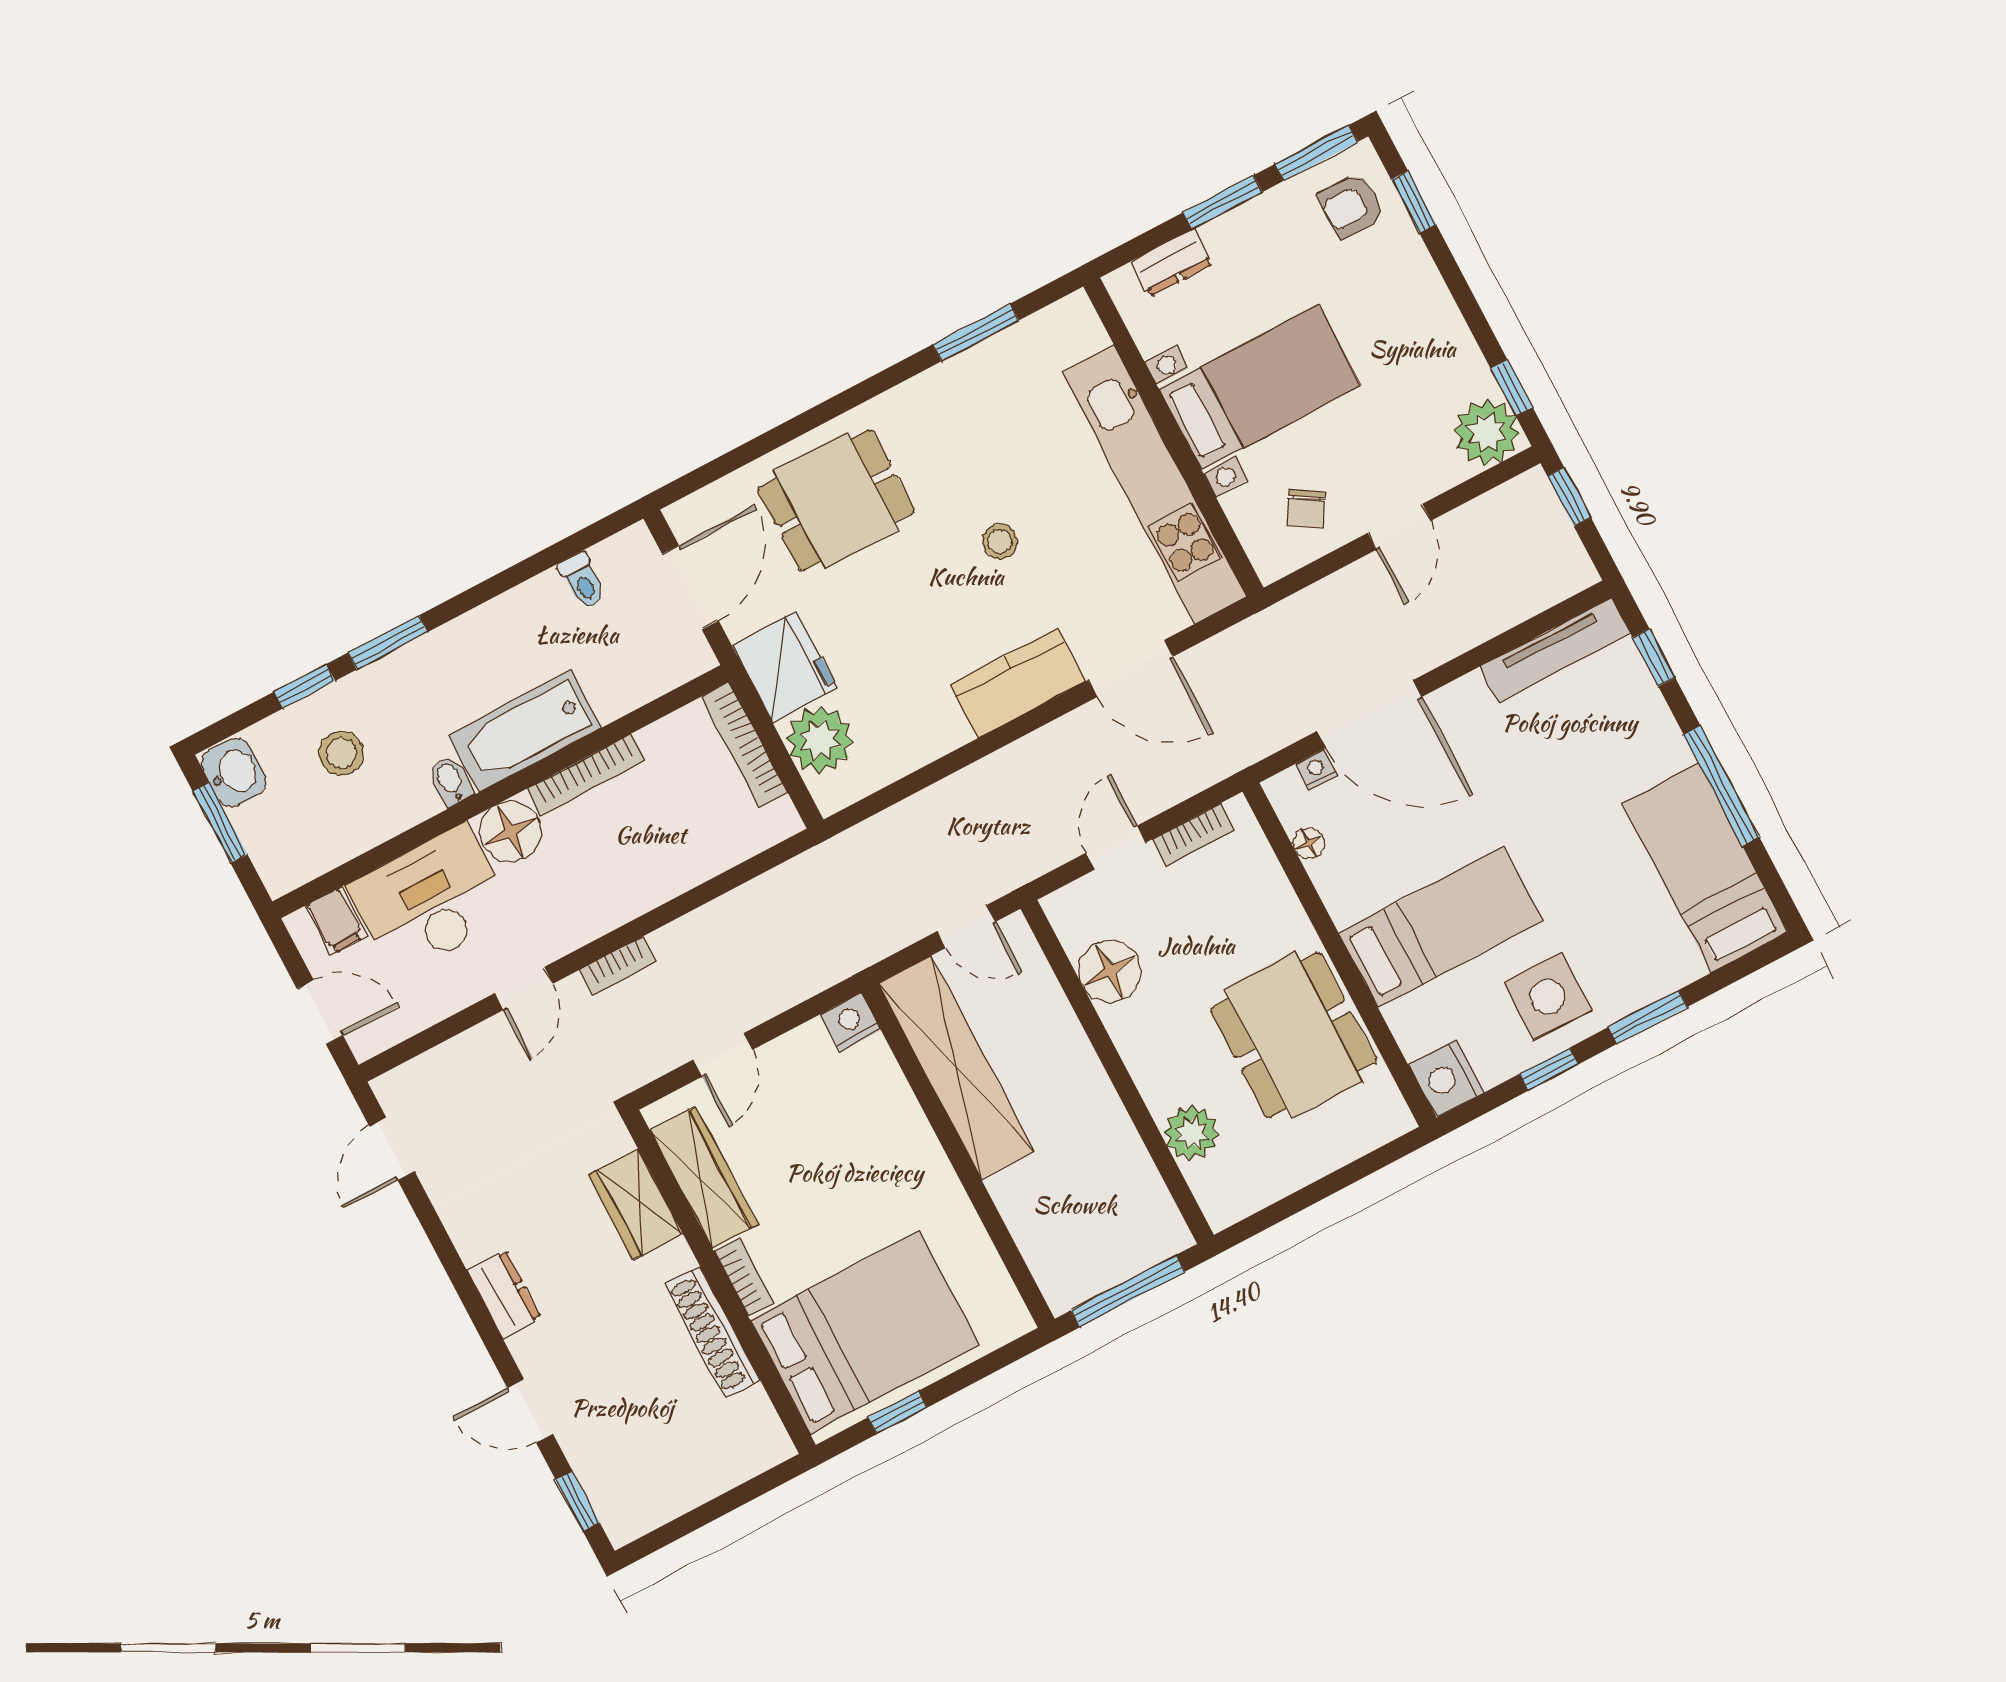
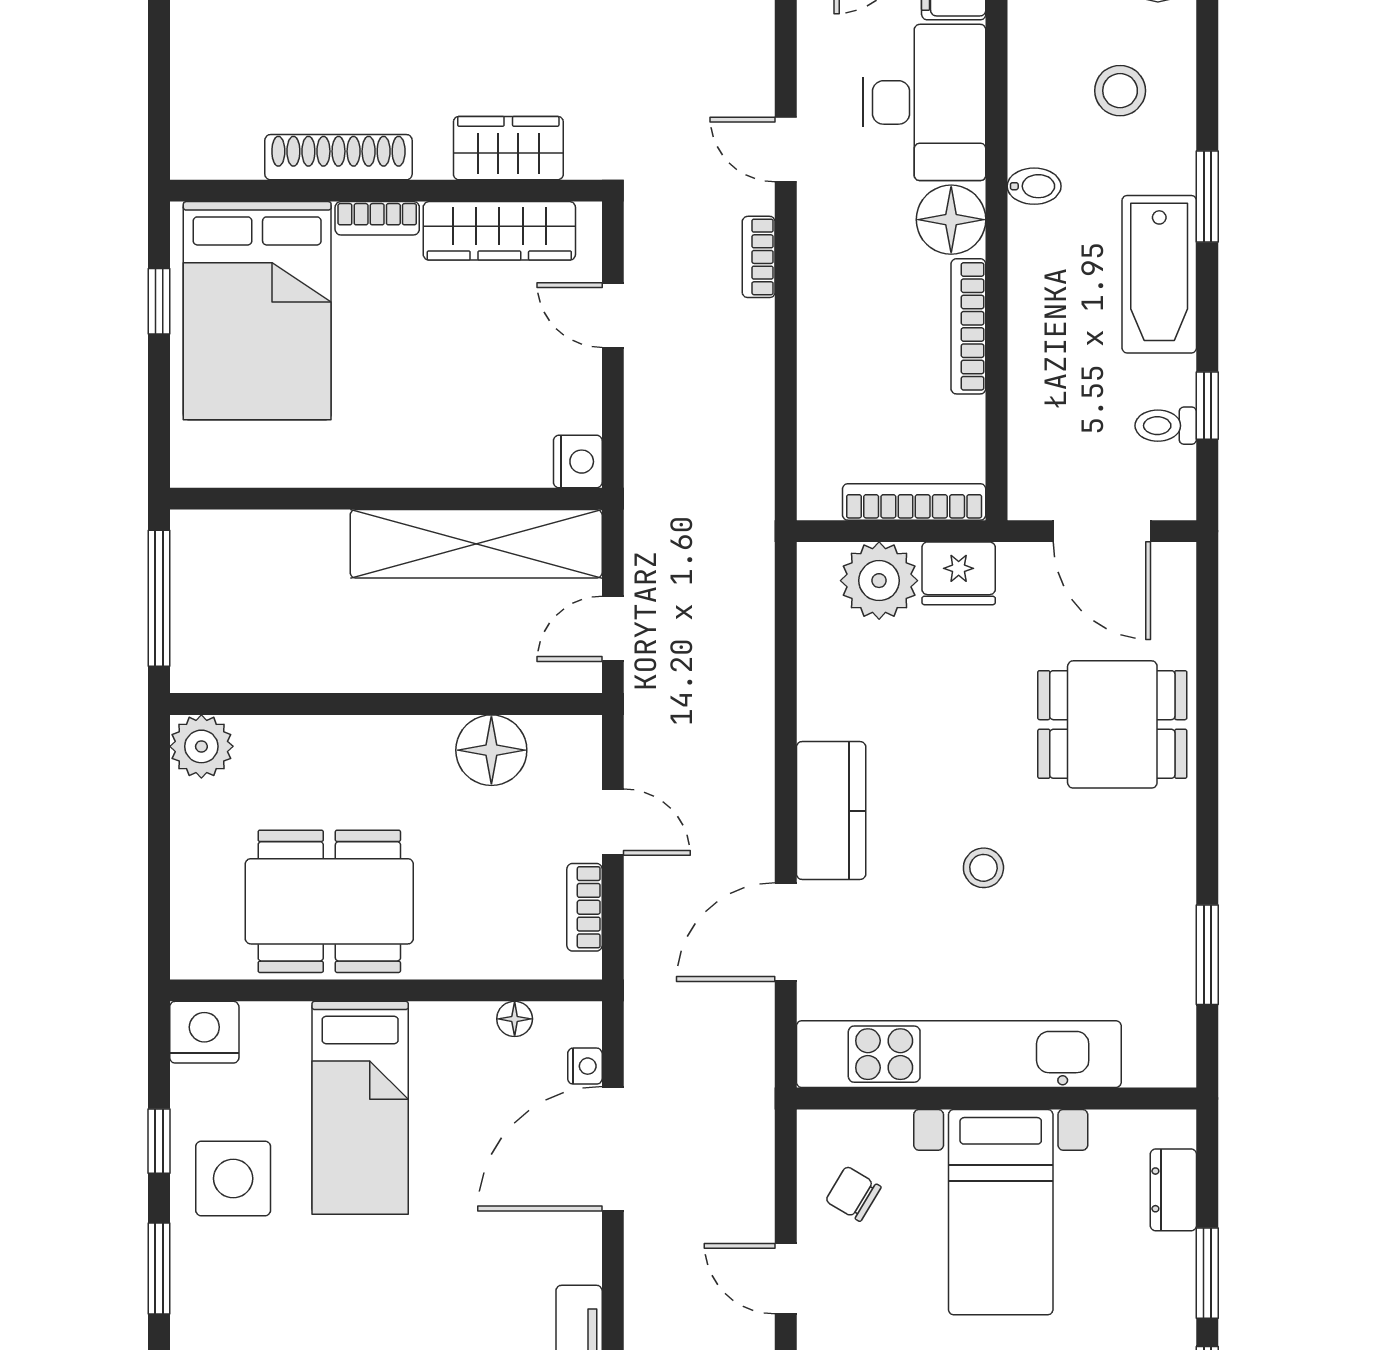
dining table: (836, 500) -> (1112, 724), turned 90
fridge: (785, 667) -> (959, 573), width x0.73, depth x0.75
window: (305, 686) -> (1207, 406), moved
bathtub: (525, 731) -> (1159, 274), moved, turned 180
plant: (1191, 1133) -> (201, 746), moved

